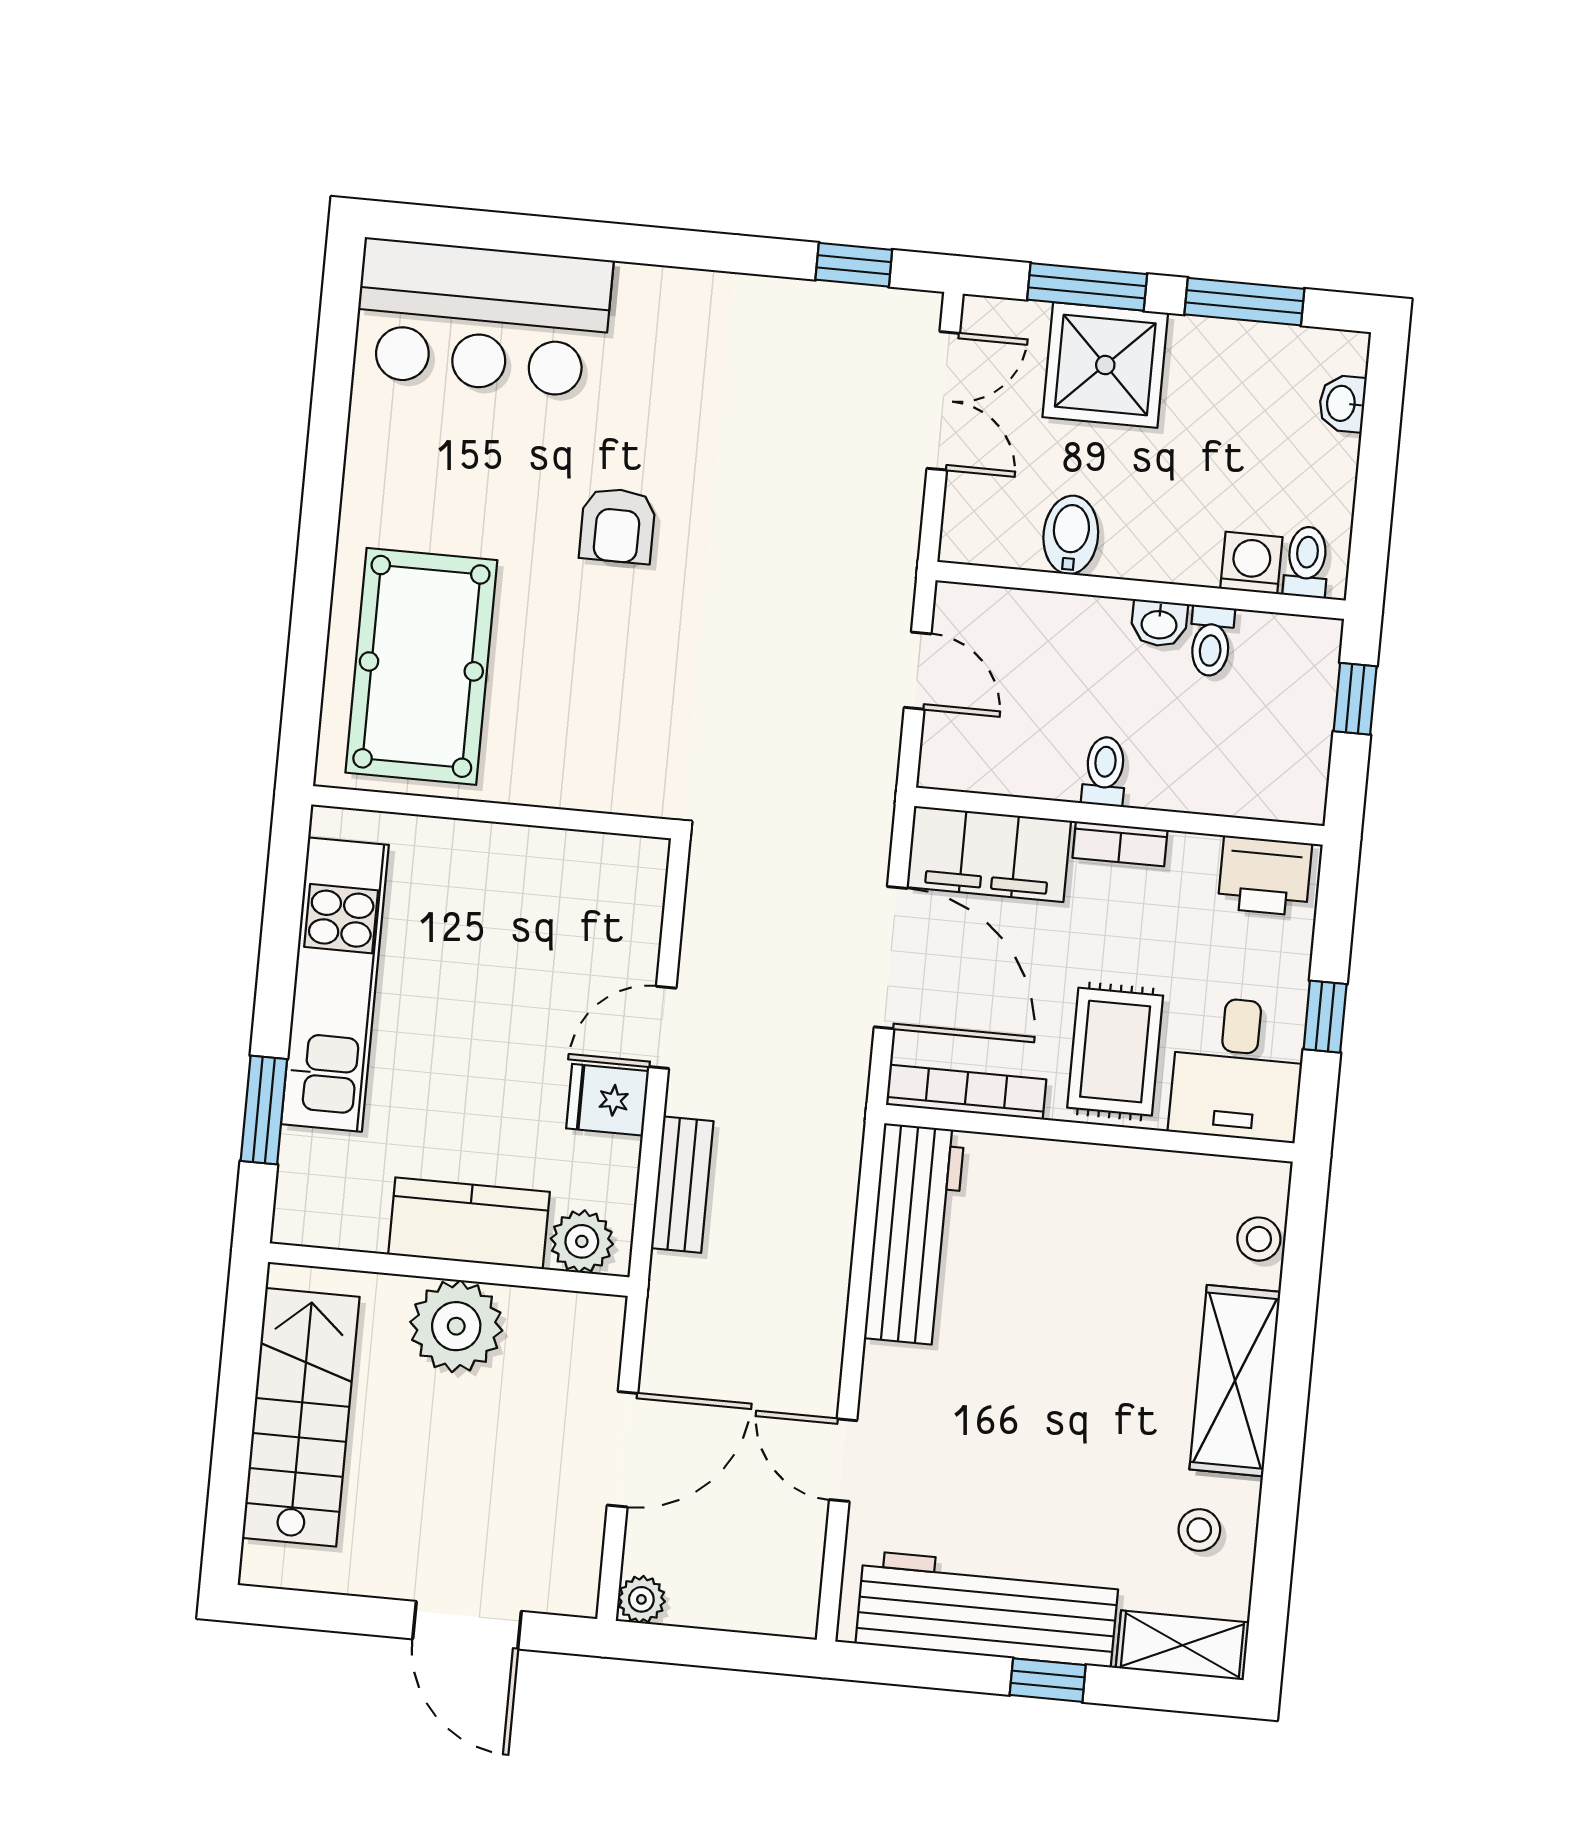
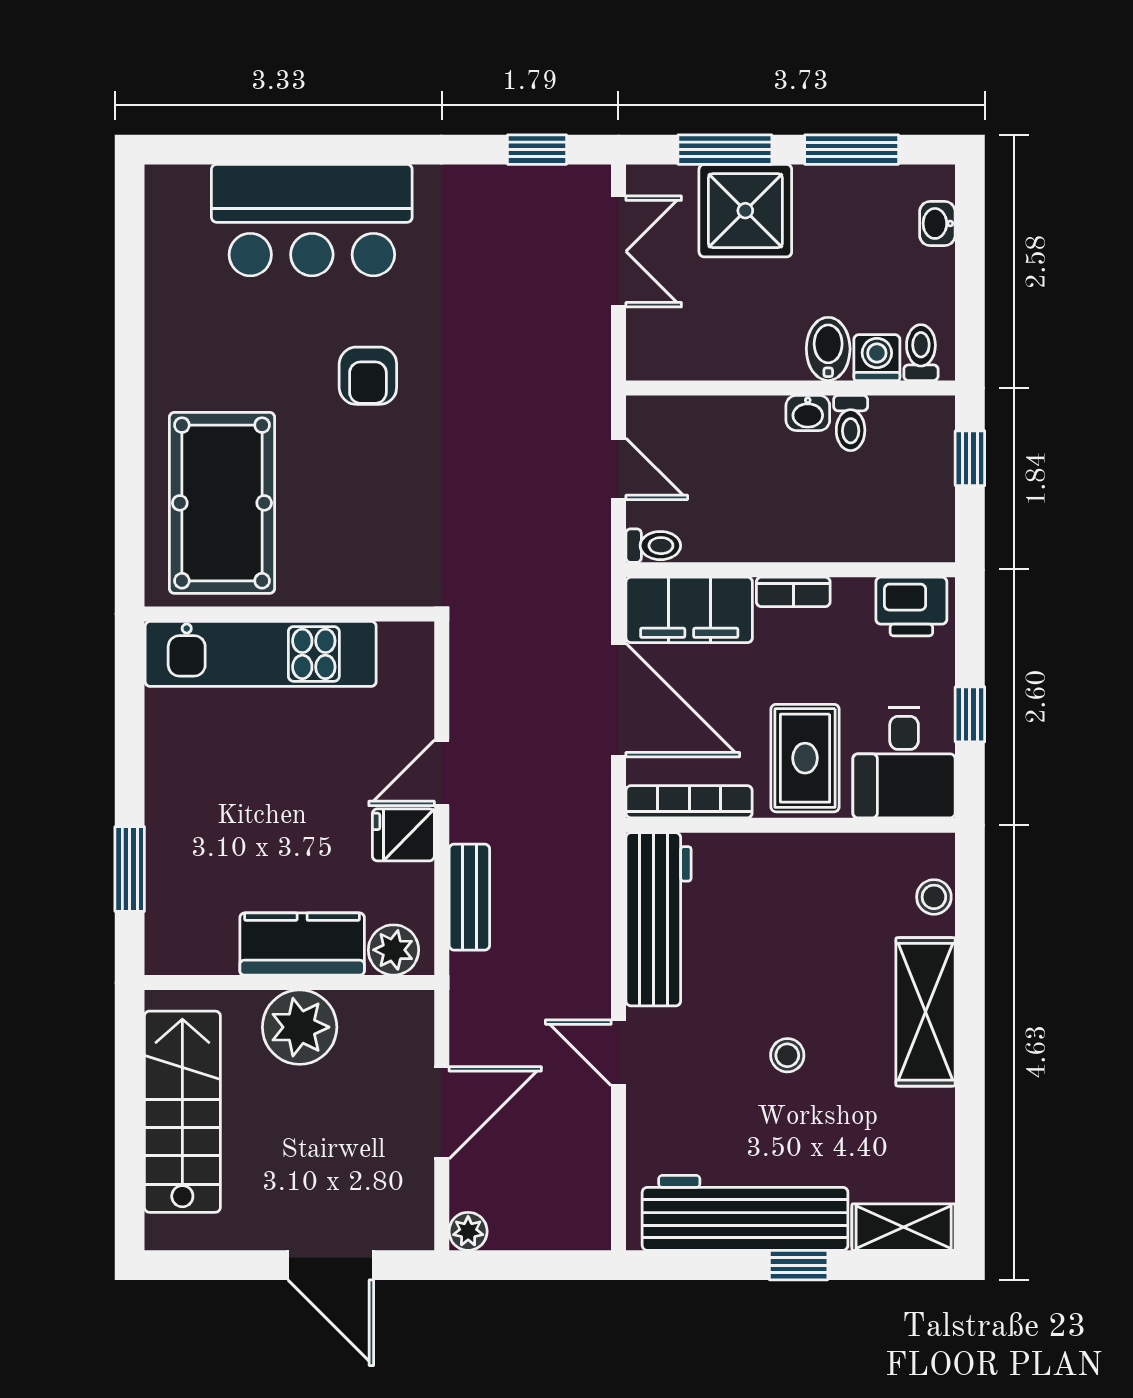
bar counter: (483, 318) -> (312, 220), moved
bidet: (1071, 535) -> (828, 349), moved
toilet: (1105, 771) -> (653, 546), moved, turned 90
kitchen unit: (335, 985) -> (261, 654), moved, turned 90
door: (843, 1460) -> (619, 1053), moved
stool: (1199, 1530) -> (787, 1055), moved

